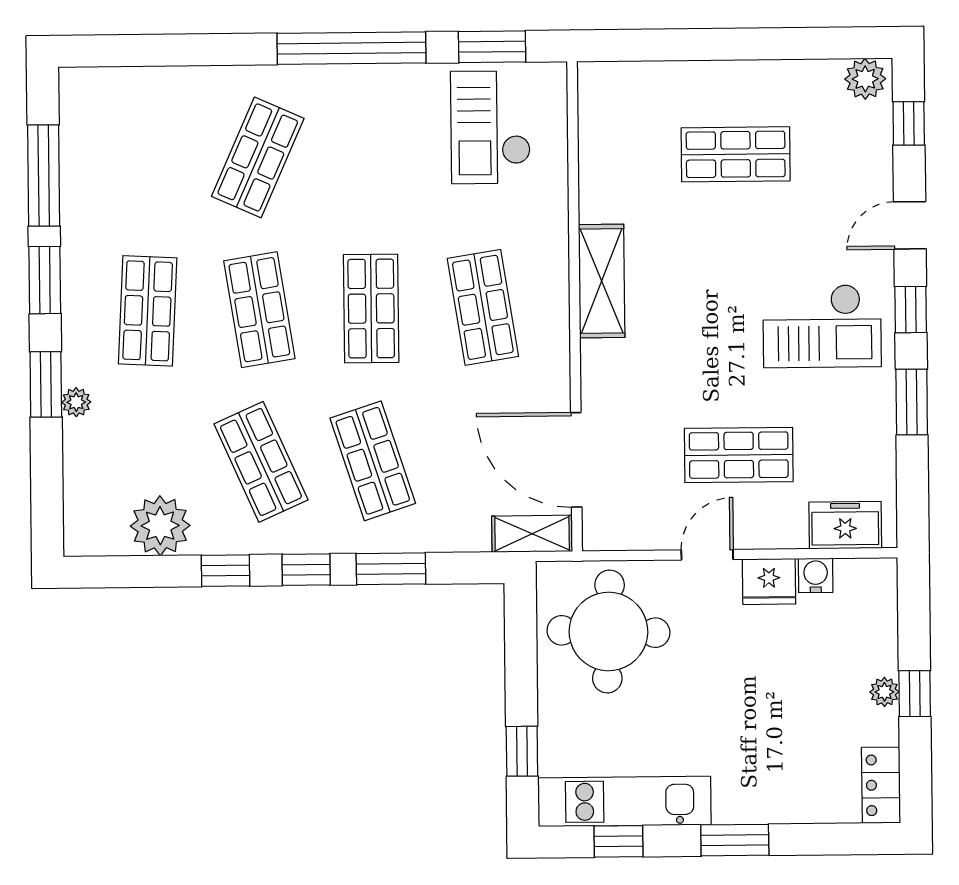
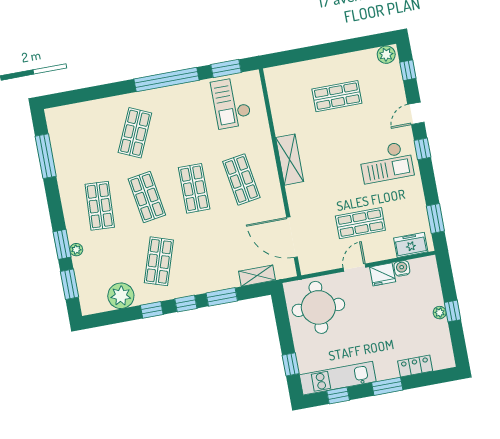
window: (45, 280) -> (69, 284), moved
window: (912, 402) -> (435, 219), moved
shop shelf: (373, 461) -> (206, 253), removed
shop shelf: (261, 462) -> (159, 261), turned 42
shelving: (532, 534) -> (257, 276), moved
locker: (881, 785) -> (415, 366), moved, turned 90

